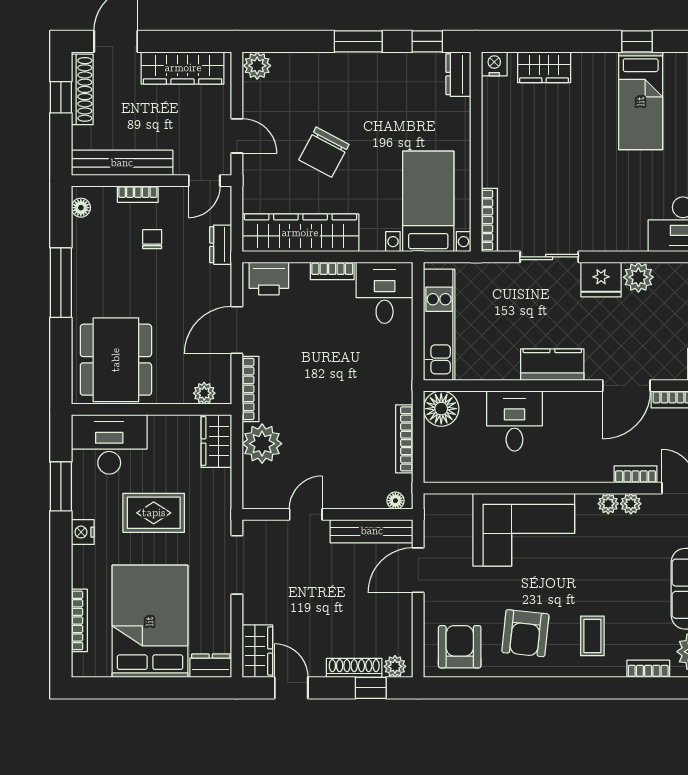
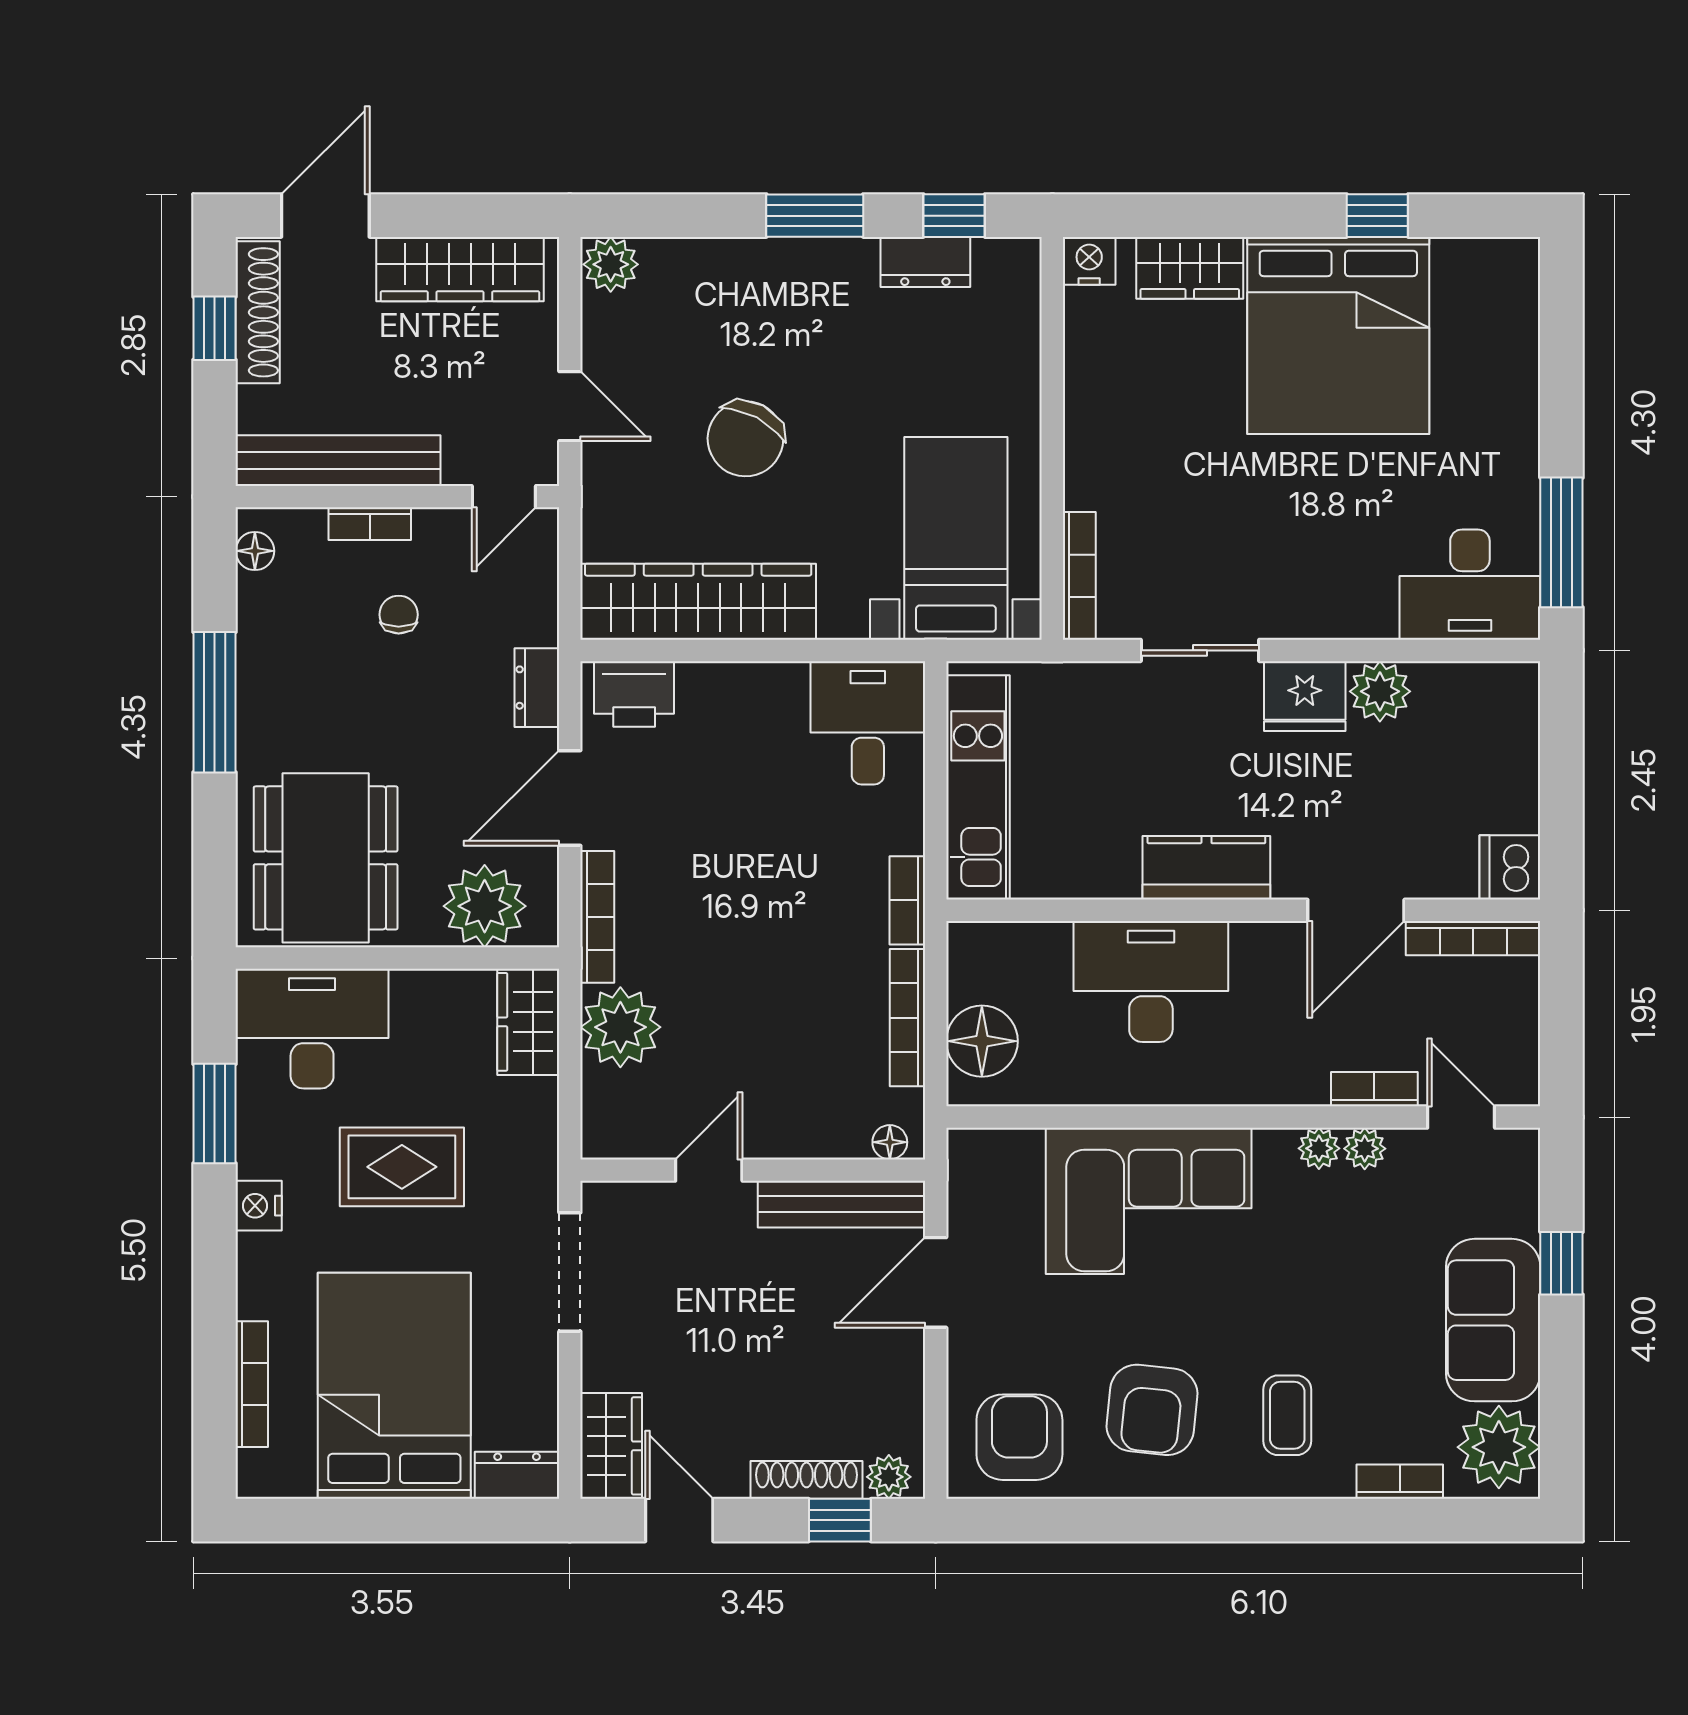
dresser: (458, 74) -> (925, 262), moved, turned -90
bed: (641, 101) -> (1338, 335), width x2.04
dresser: (221, 245) -> (537, 688), moved
bookcase: (332, 271) -> (907, 900), moved, turned 90
plant: (204, 393) -> (485, 906), width x1.87, depth x1.87
floor lamp: (441, 409) -> (982, 1041), moved
desk: (514, 421) -> (1151, 982), width x1.37

